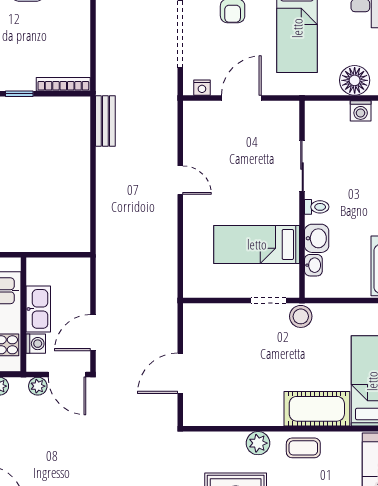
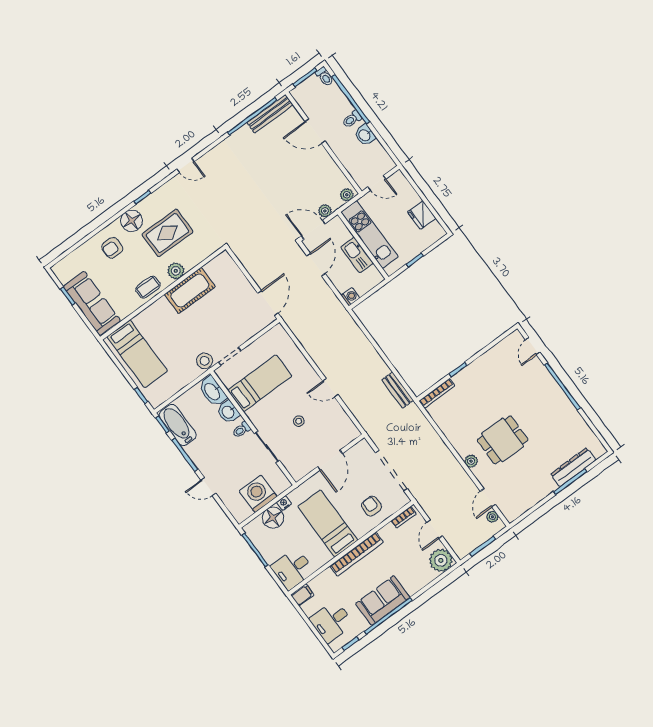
nightstand: (202, 88) -> (284, 503), moved
washing machine: (361, 111) -> (258, 494), width x1.89, depth x1.89
stool: (244, 169) -> (299, 421), added
washbasin: (313, 265) -> (212, 391), width x1.91, depth x1.45
washing machine: (36, 344) -> (350, 297), moved, turned 180
door: (180, 373) -> (268, 303), moved
cot: (317, 409) -> (190, 291), moved

